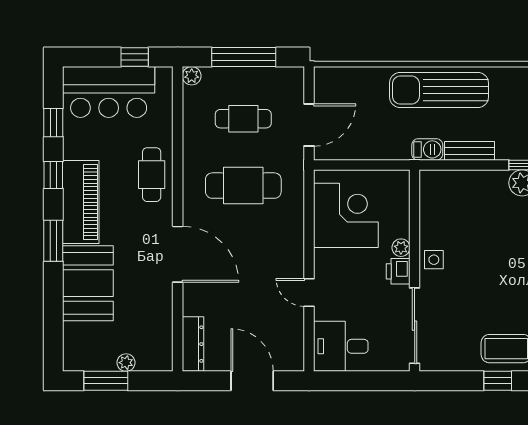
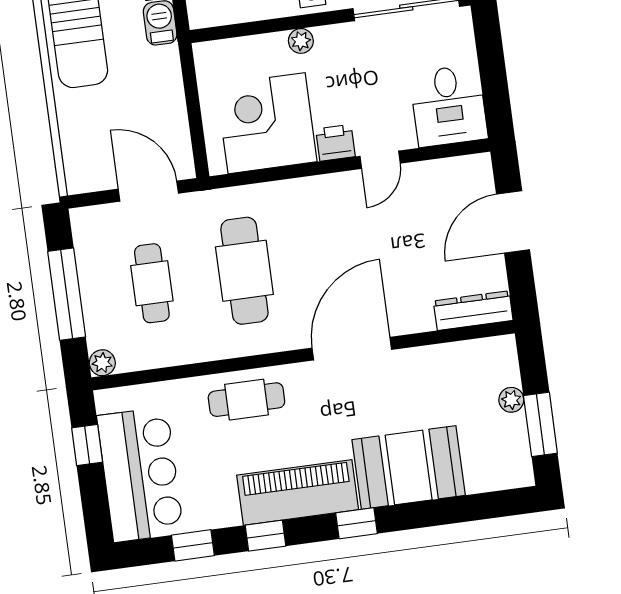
window: (53, 241) -> (356, 523), width x0.67
printer: (398, 271) -> (335, 143), moved, turned 180

